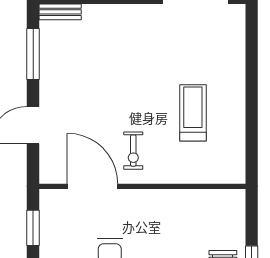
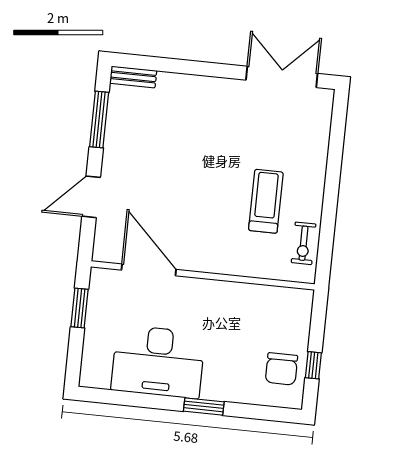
exercise bike: (133, 151) -> (304, 243), moved

